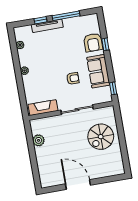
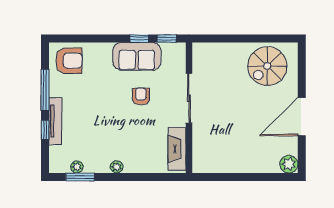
armchair: (93, 42) -> (69, 61), moved
window: (105, 44) -> (139, 39), moved
window: (14, 48) -> (80, 177), added
spiral stairs: (101, 137) -> (267, 66), moved, turned 90
plant: (39, 140) -> (289, 164), moved

